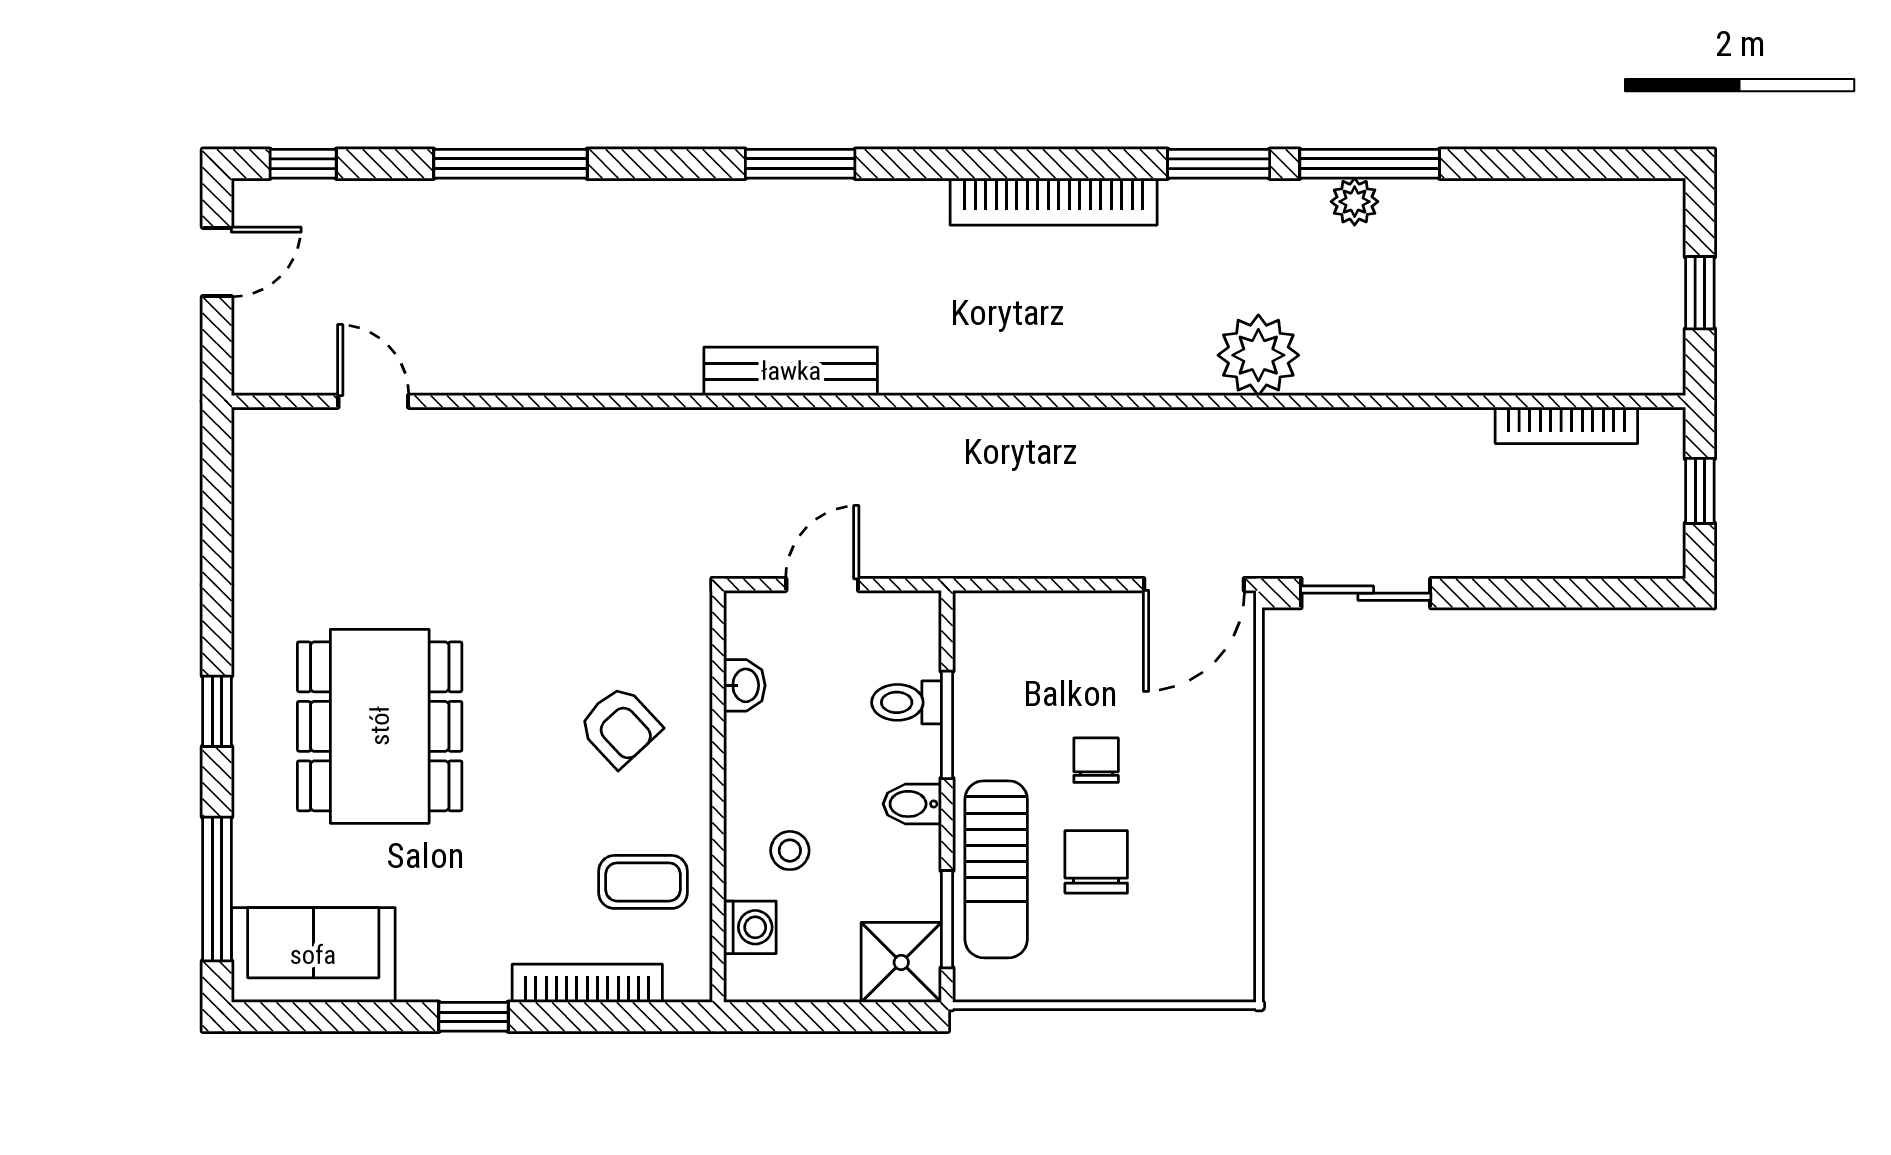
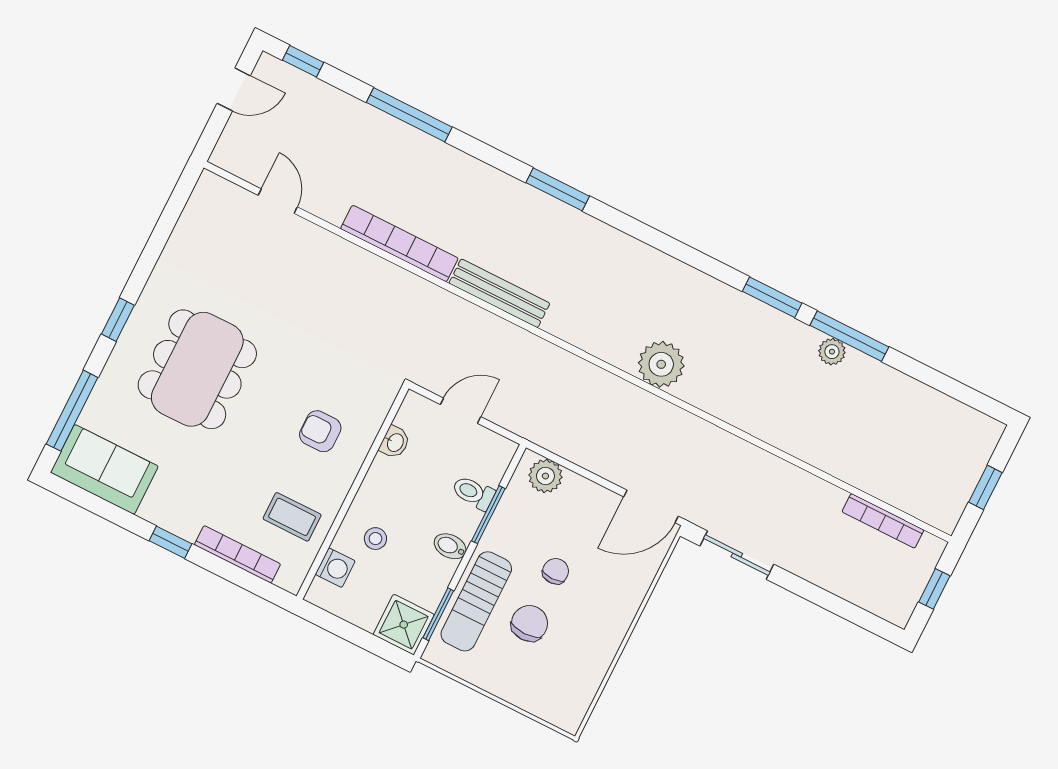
bookcase: (1054, 202) -> (399, 243), moved, turned 180
plant: (1258, 355) -> (661, 364), moved
plant: (1006, 620) -> (545, 476), added
armchair: (620, 726) -> (320, 431), turned 133

